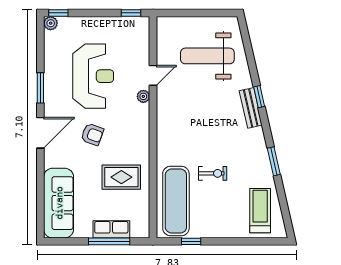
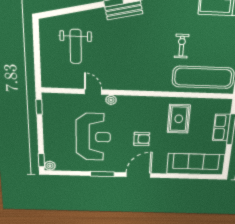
weight bench: (207, 56) -> (76, 47), width x0.73, depth x0.75
reception desk: (93, 76) -> (93, 137), turned 90
door: (40, 133) -> (138, 175), hinge flipped
armchair: (92, 134) -> (142, 139), turned 70

